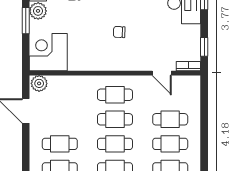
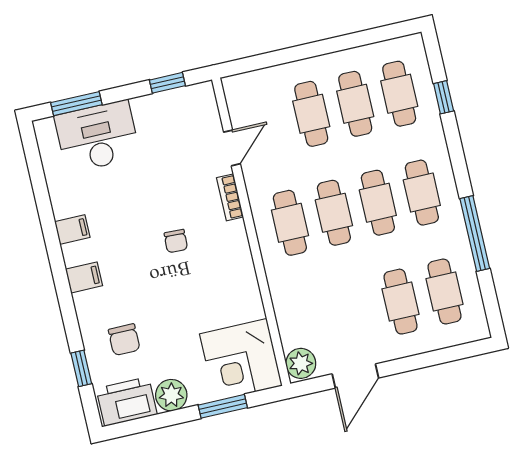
window: (26, 21) -> (223, 406), moved
bookcase: (188, 66) -> (230, 197), moved

